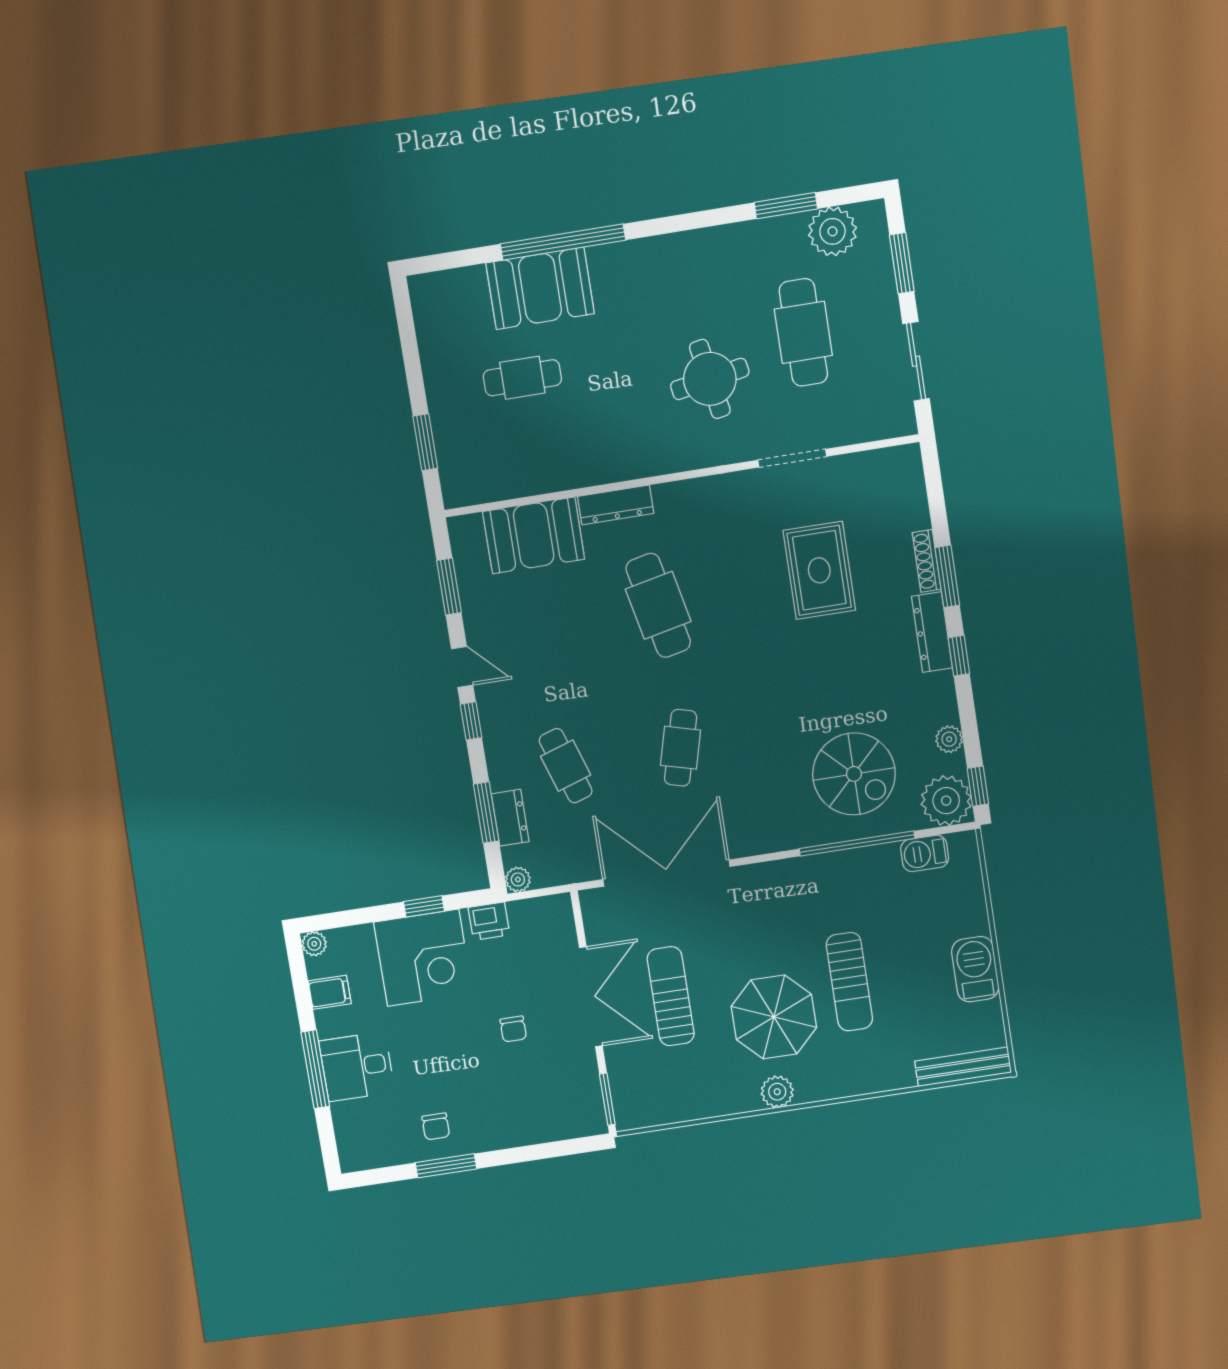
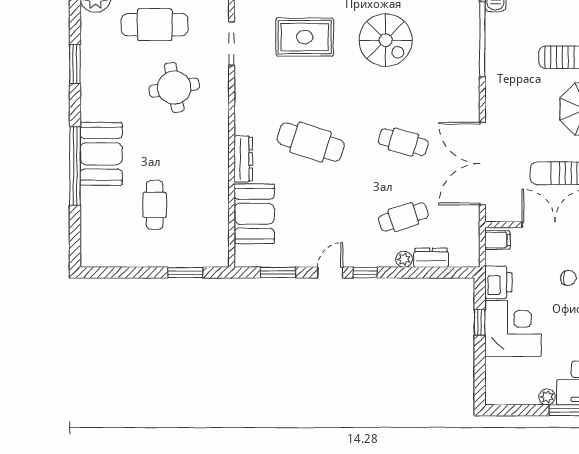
window: (786, 206) -> (75, 64), moved
booth: (540, 288) -> (101, 154), moved
cafe table: (658, 605) -> (311, 142), turned 30
spiral stairs: (854, 774) -> (386, 40), moved, turned 90
window: (486, 813) -> (425, 273), removed
plant: (518, 879) -> (404, 259), moved
printer: (489, 921) -> (498, 282), width x1.36, depth x1.24
plant: (314, 944) -> (547, 397), moved
filing cabinet: (330, 992) -> (497, 240), moved, turned 90

